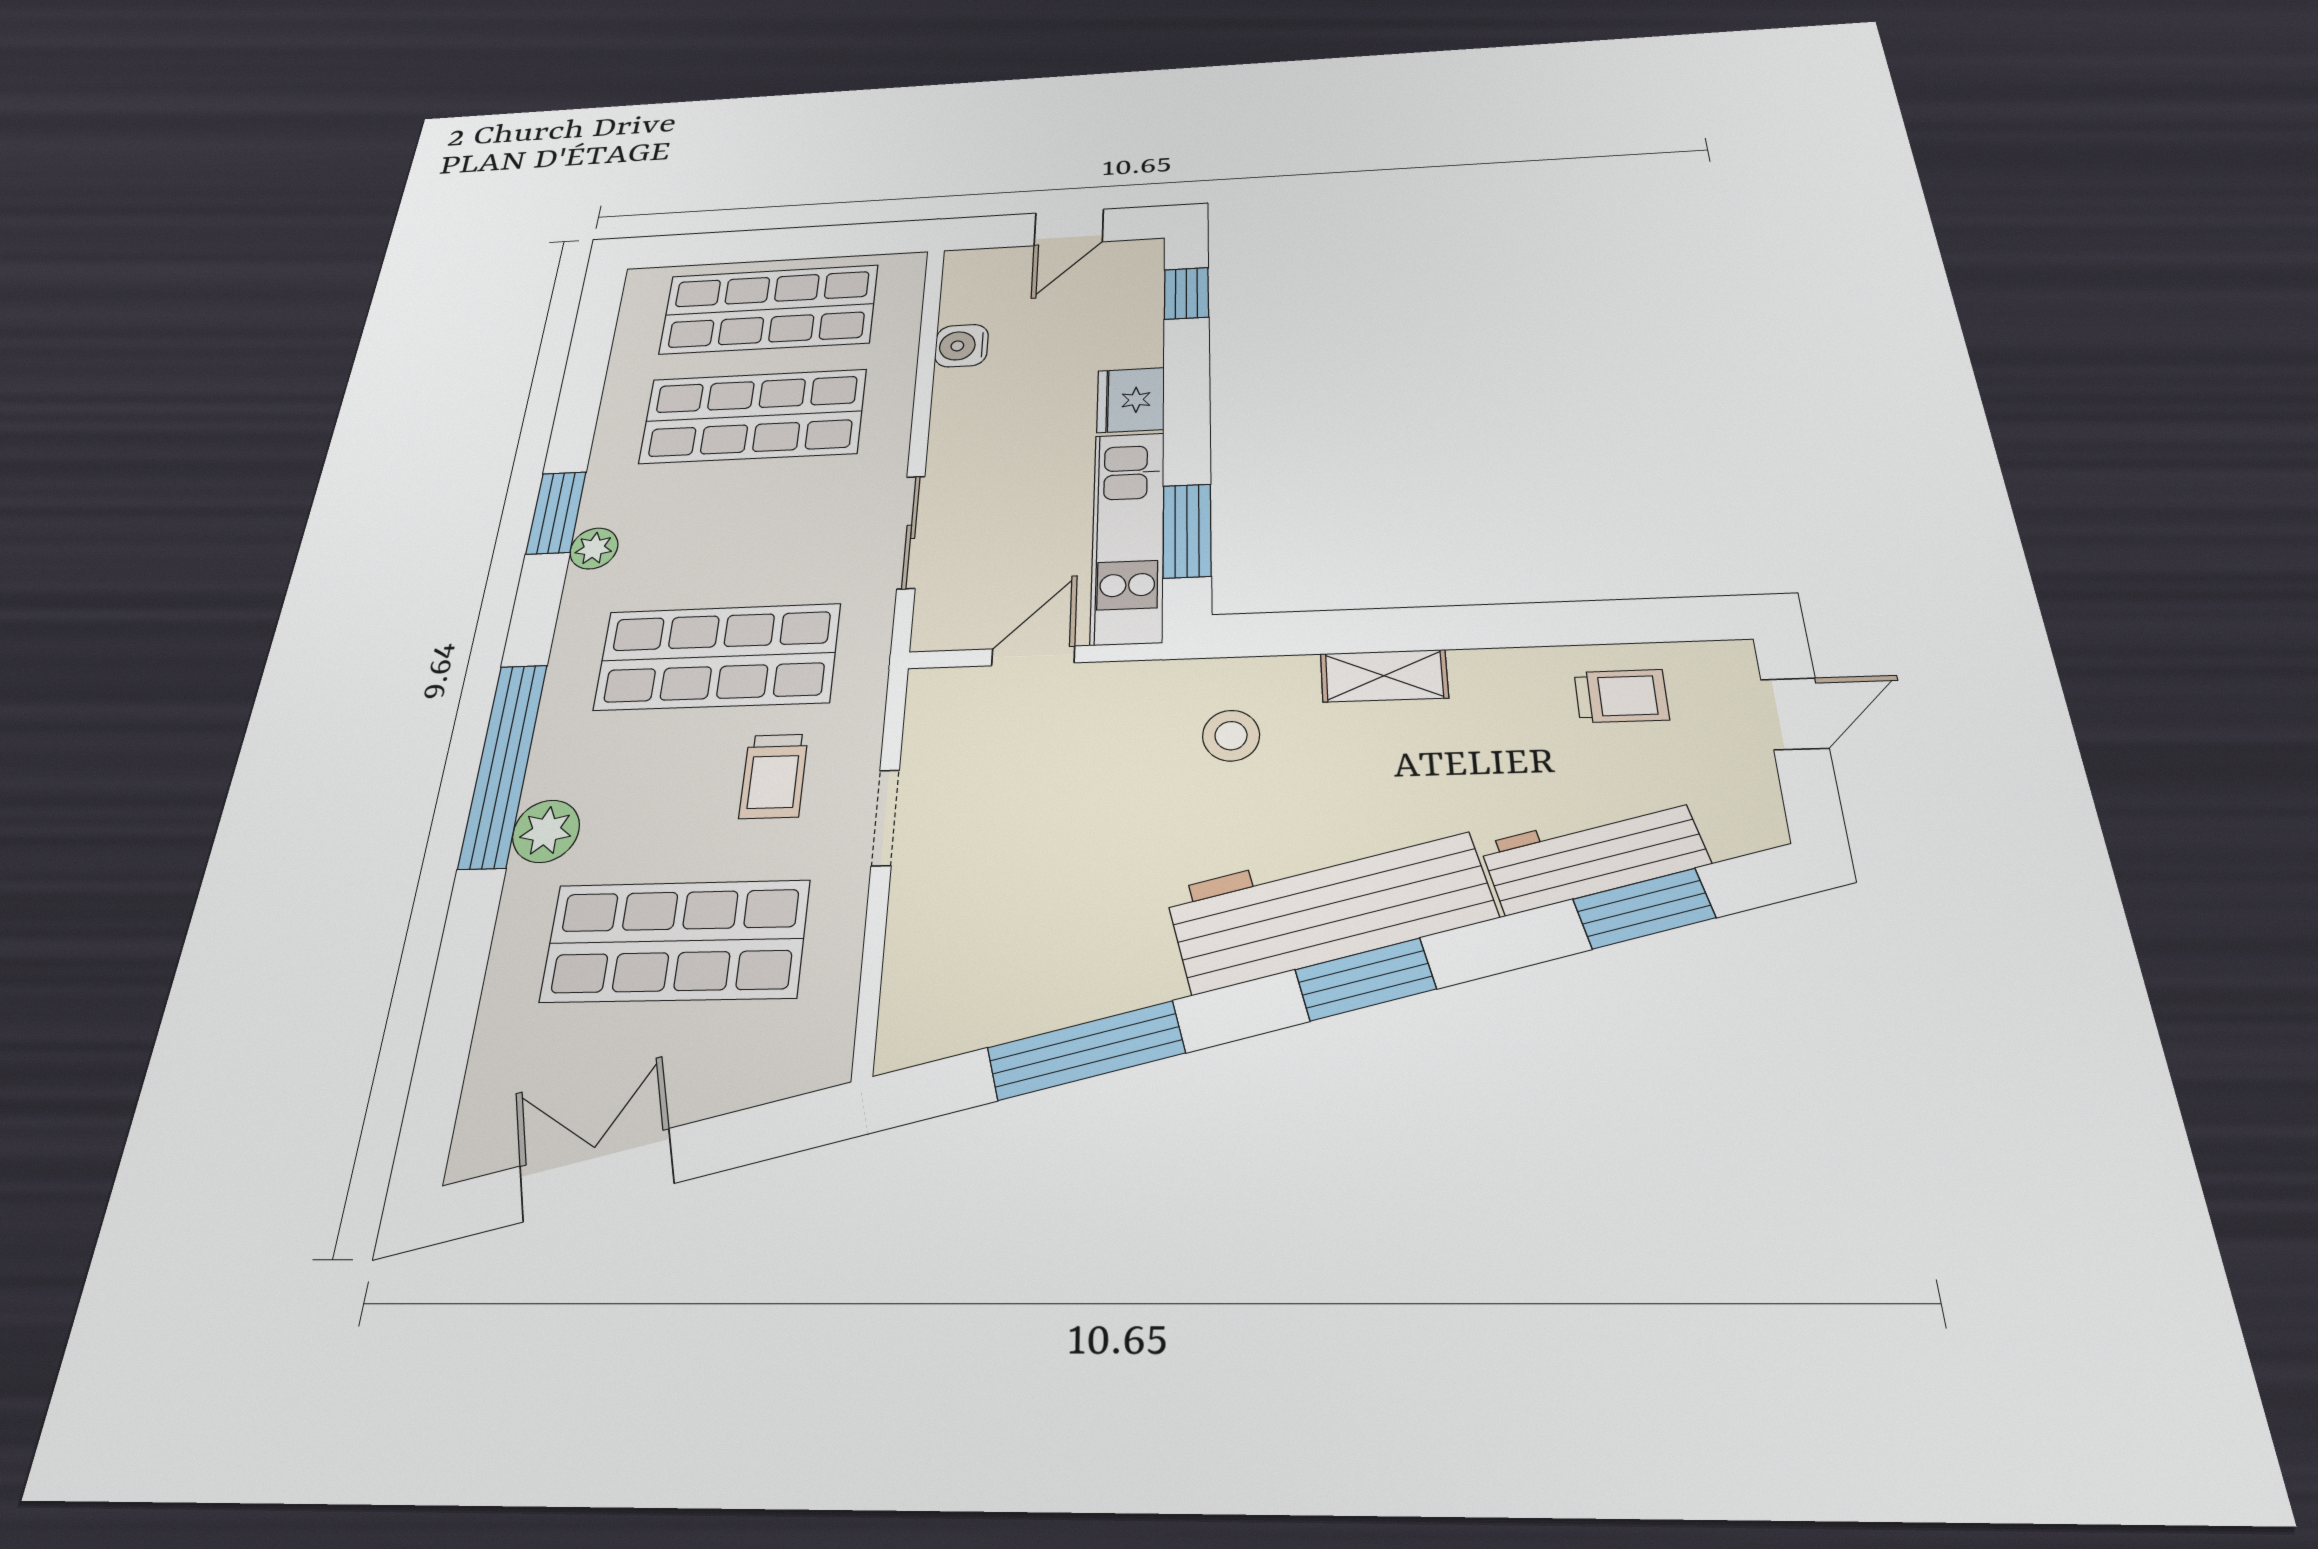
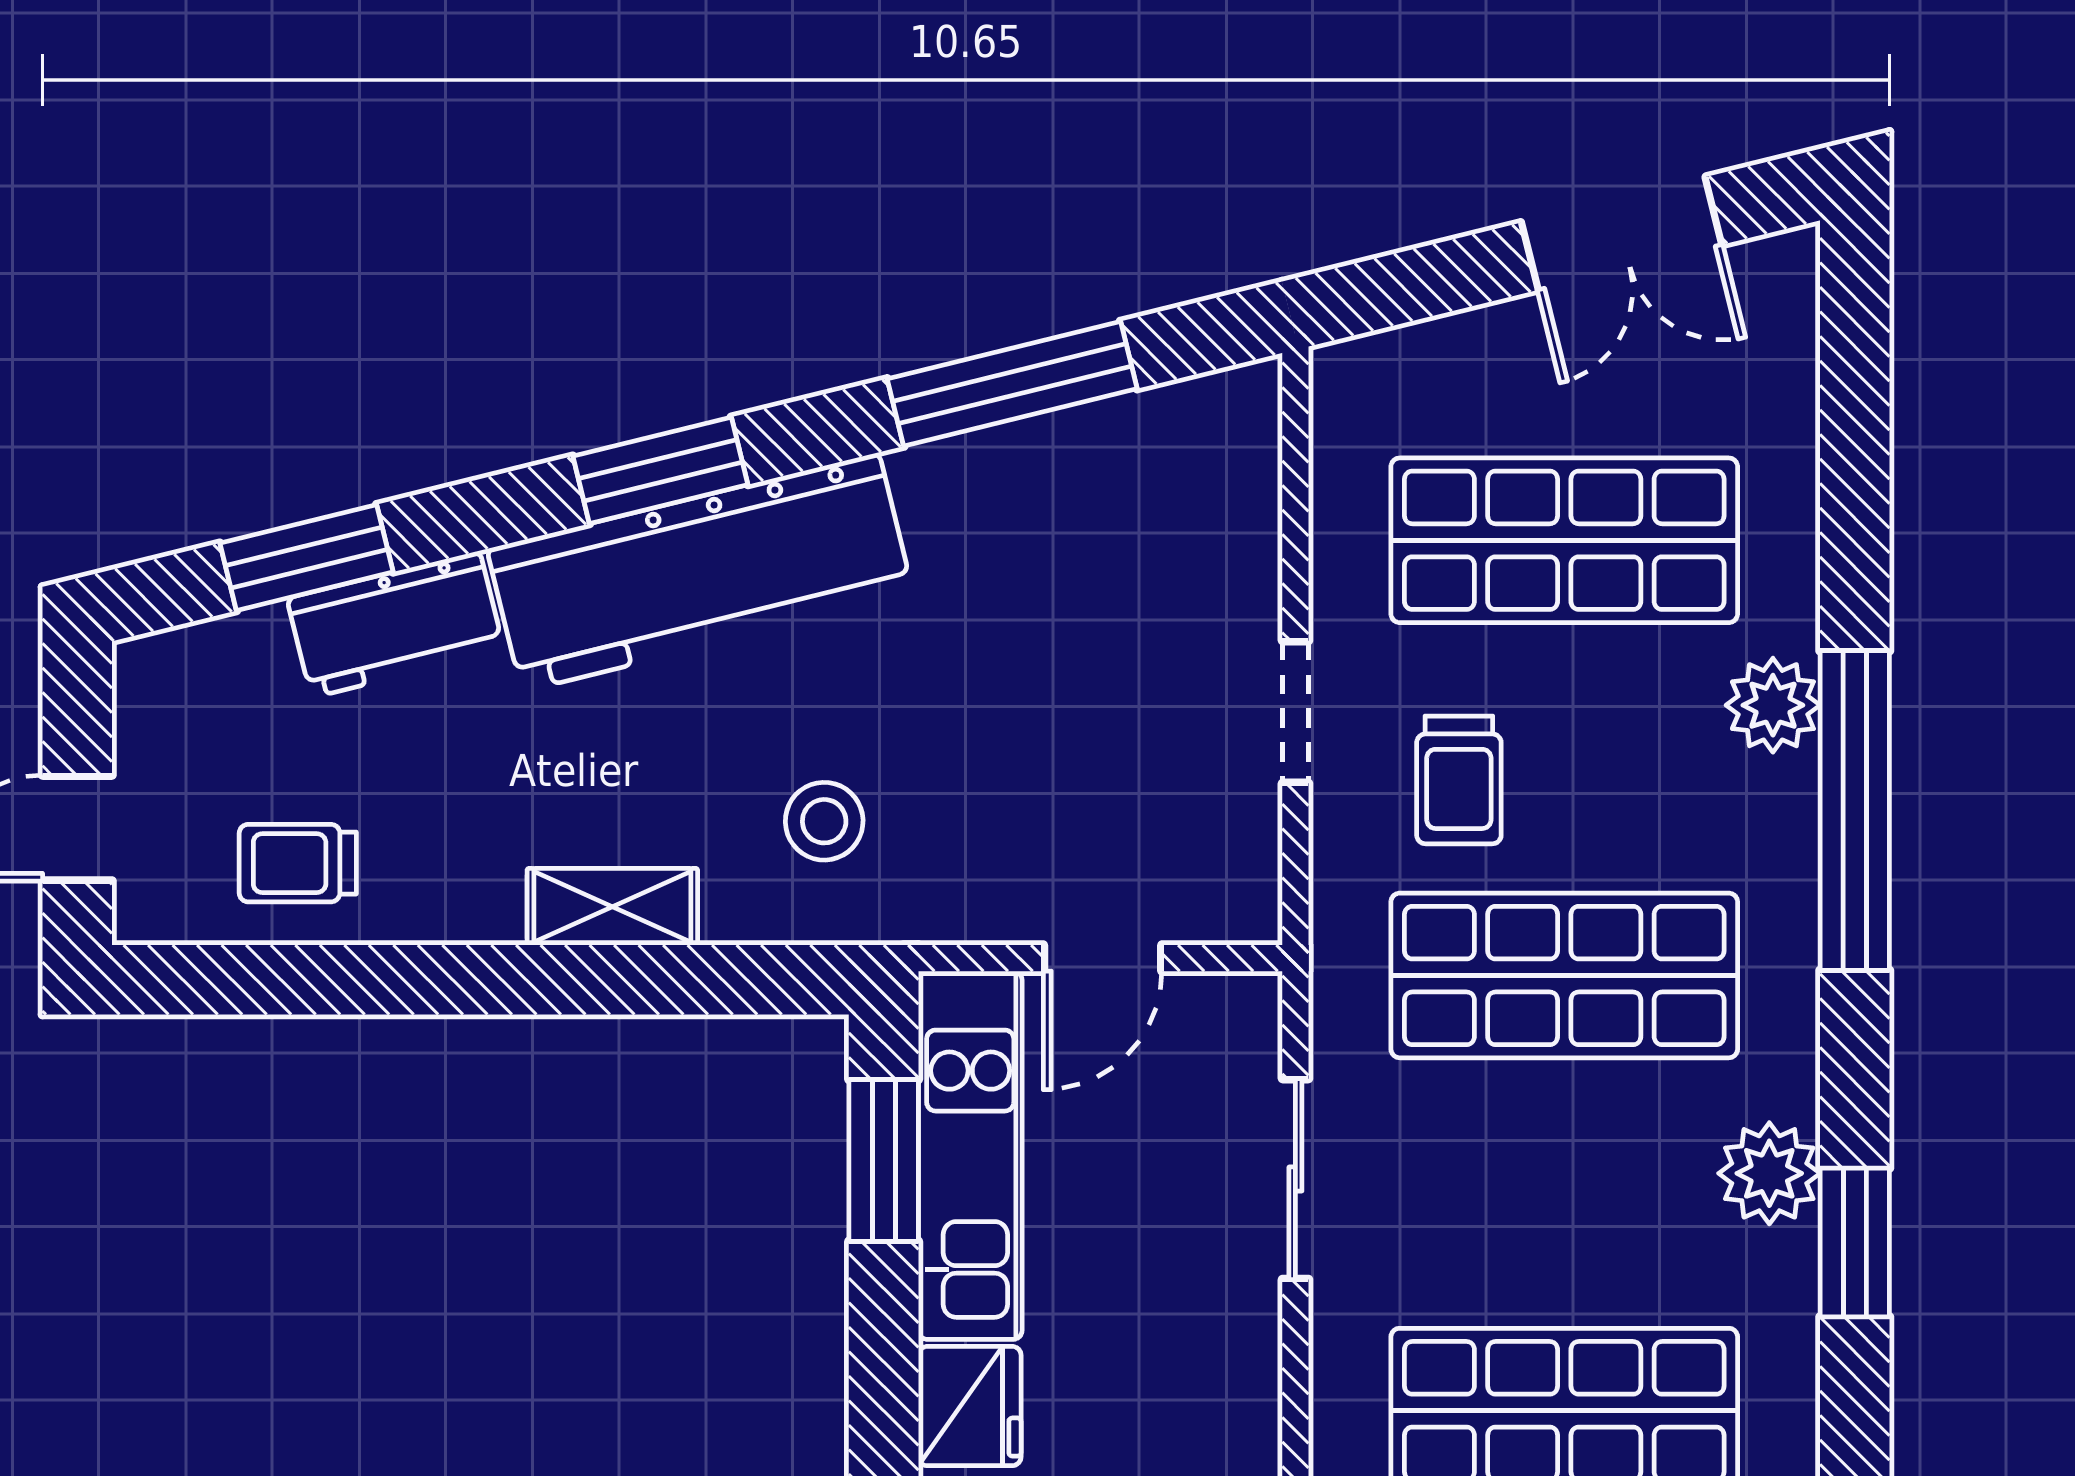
plant: (594, 548) -> (1769, 1173), width x1.38, depth x1.38
trolley: (774, 776) -> (1459, 780), turned 180
workbench: (1595, 854) -> (395, 624), width x0.73

